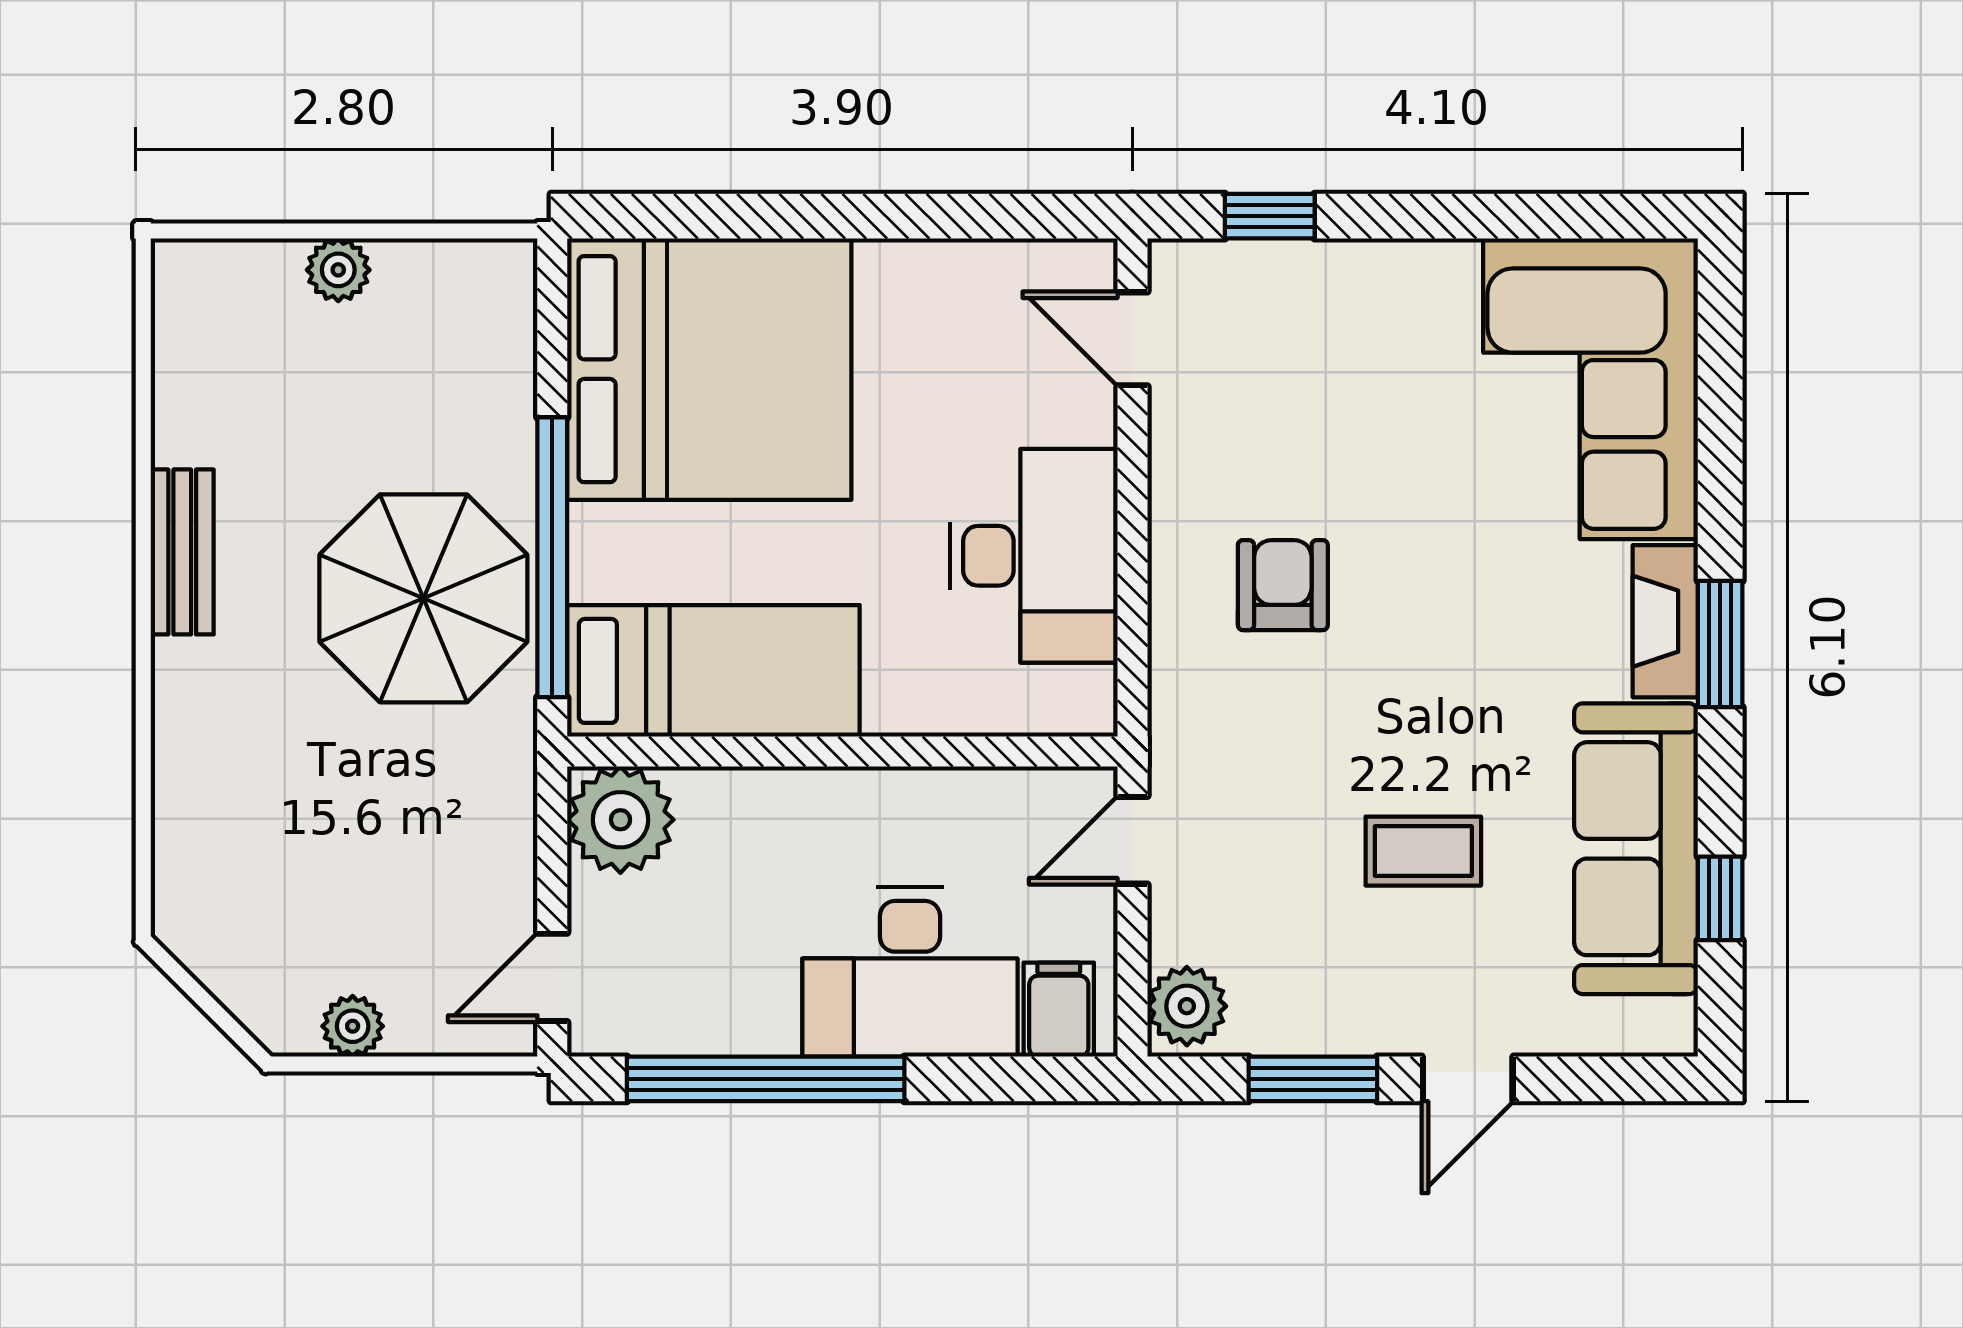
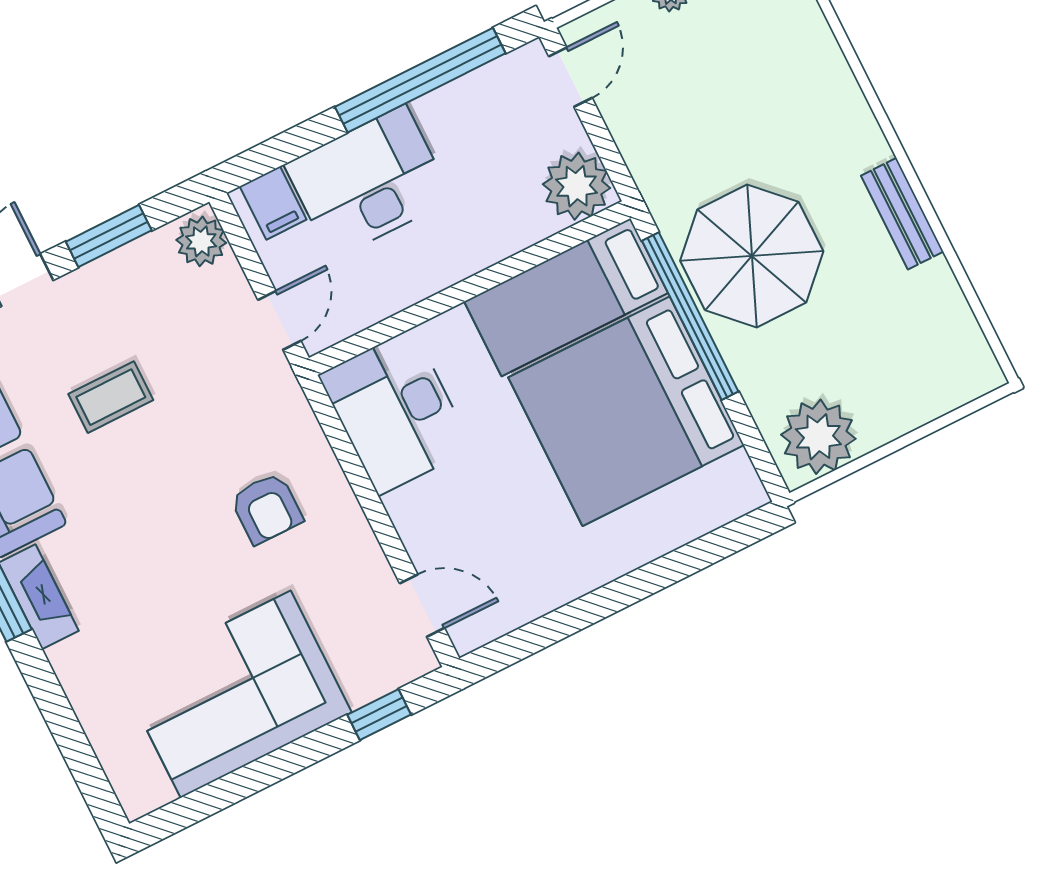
plant: (338, 270) -> (818, 437), moved, width x1.88, depth x1.88
bed: (709, 369) -> (626, 411), moved
corner sofa: (1590, 389) -> (236, 694), moved, turned -90
desk: (1034, 556) -> (396, 412), moved

